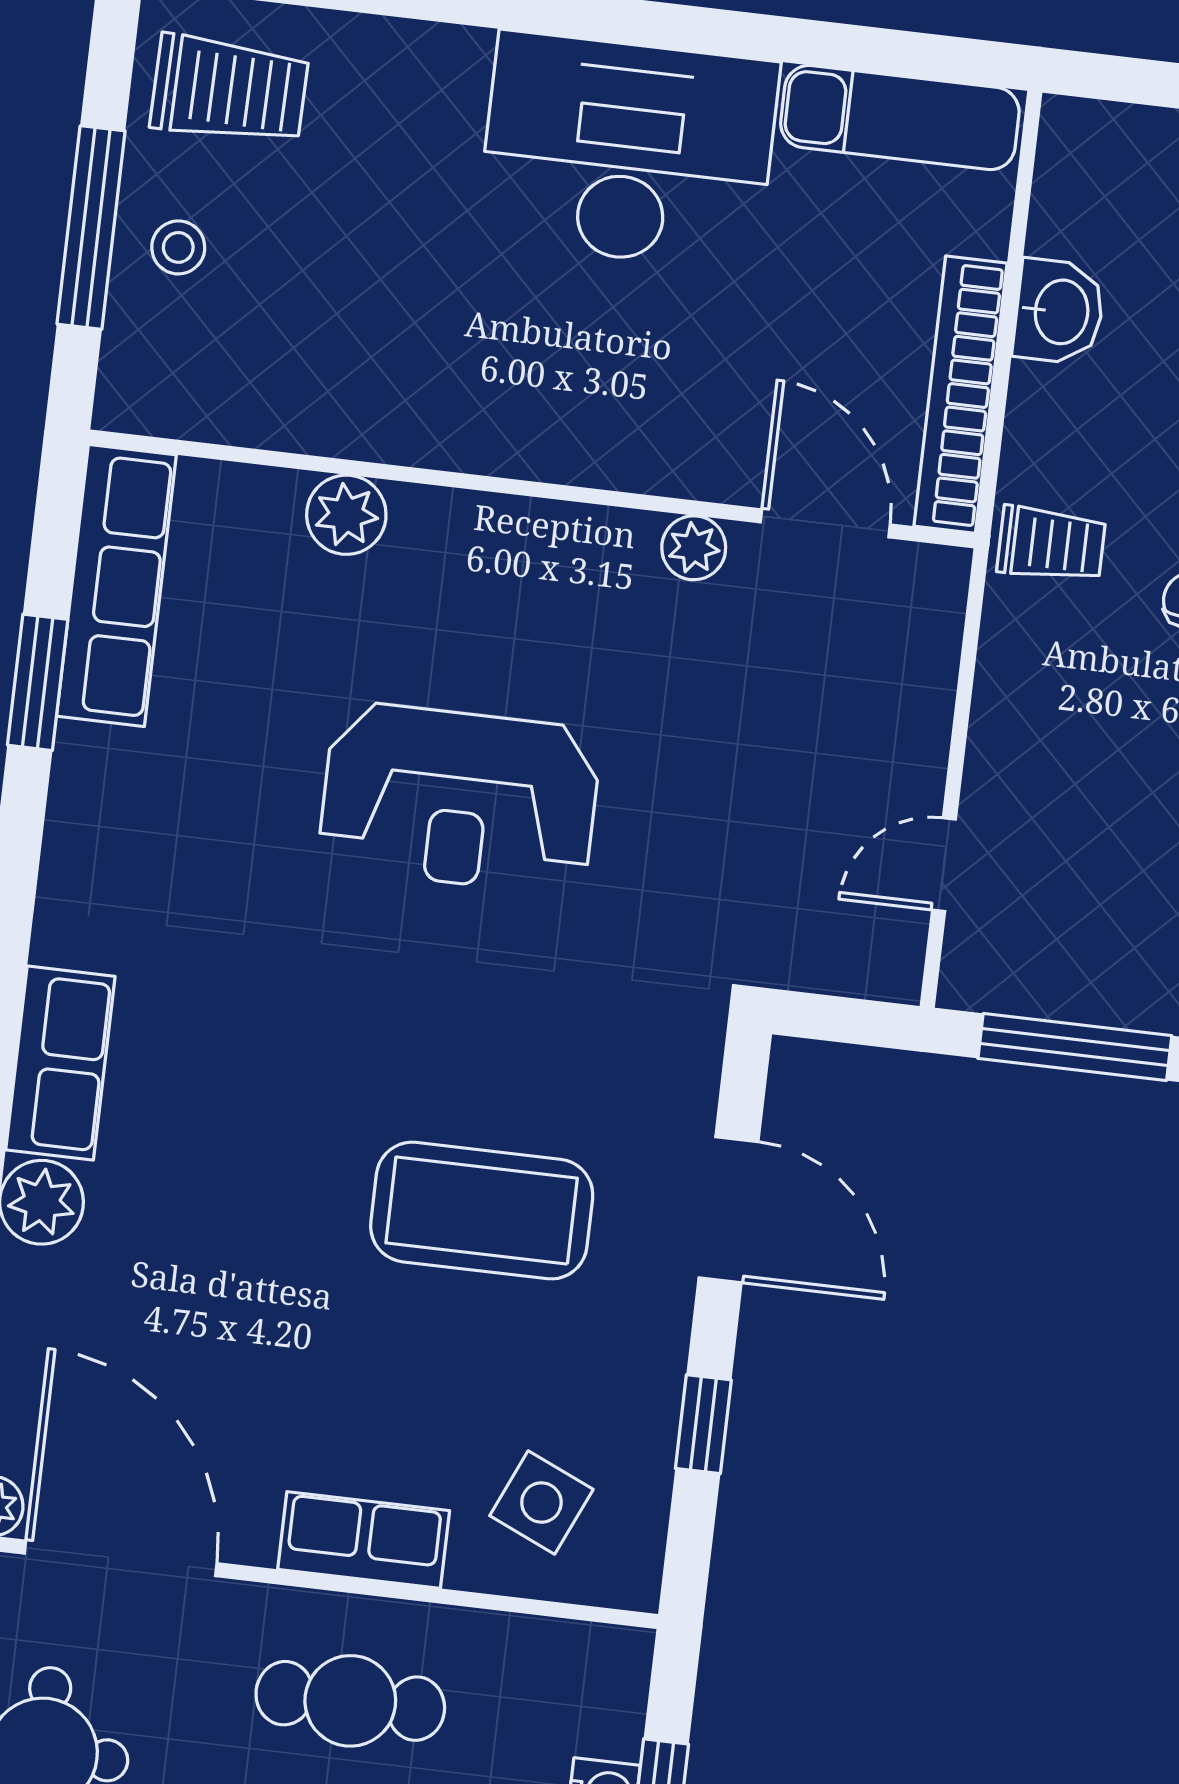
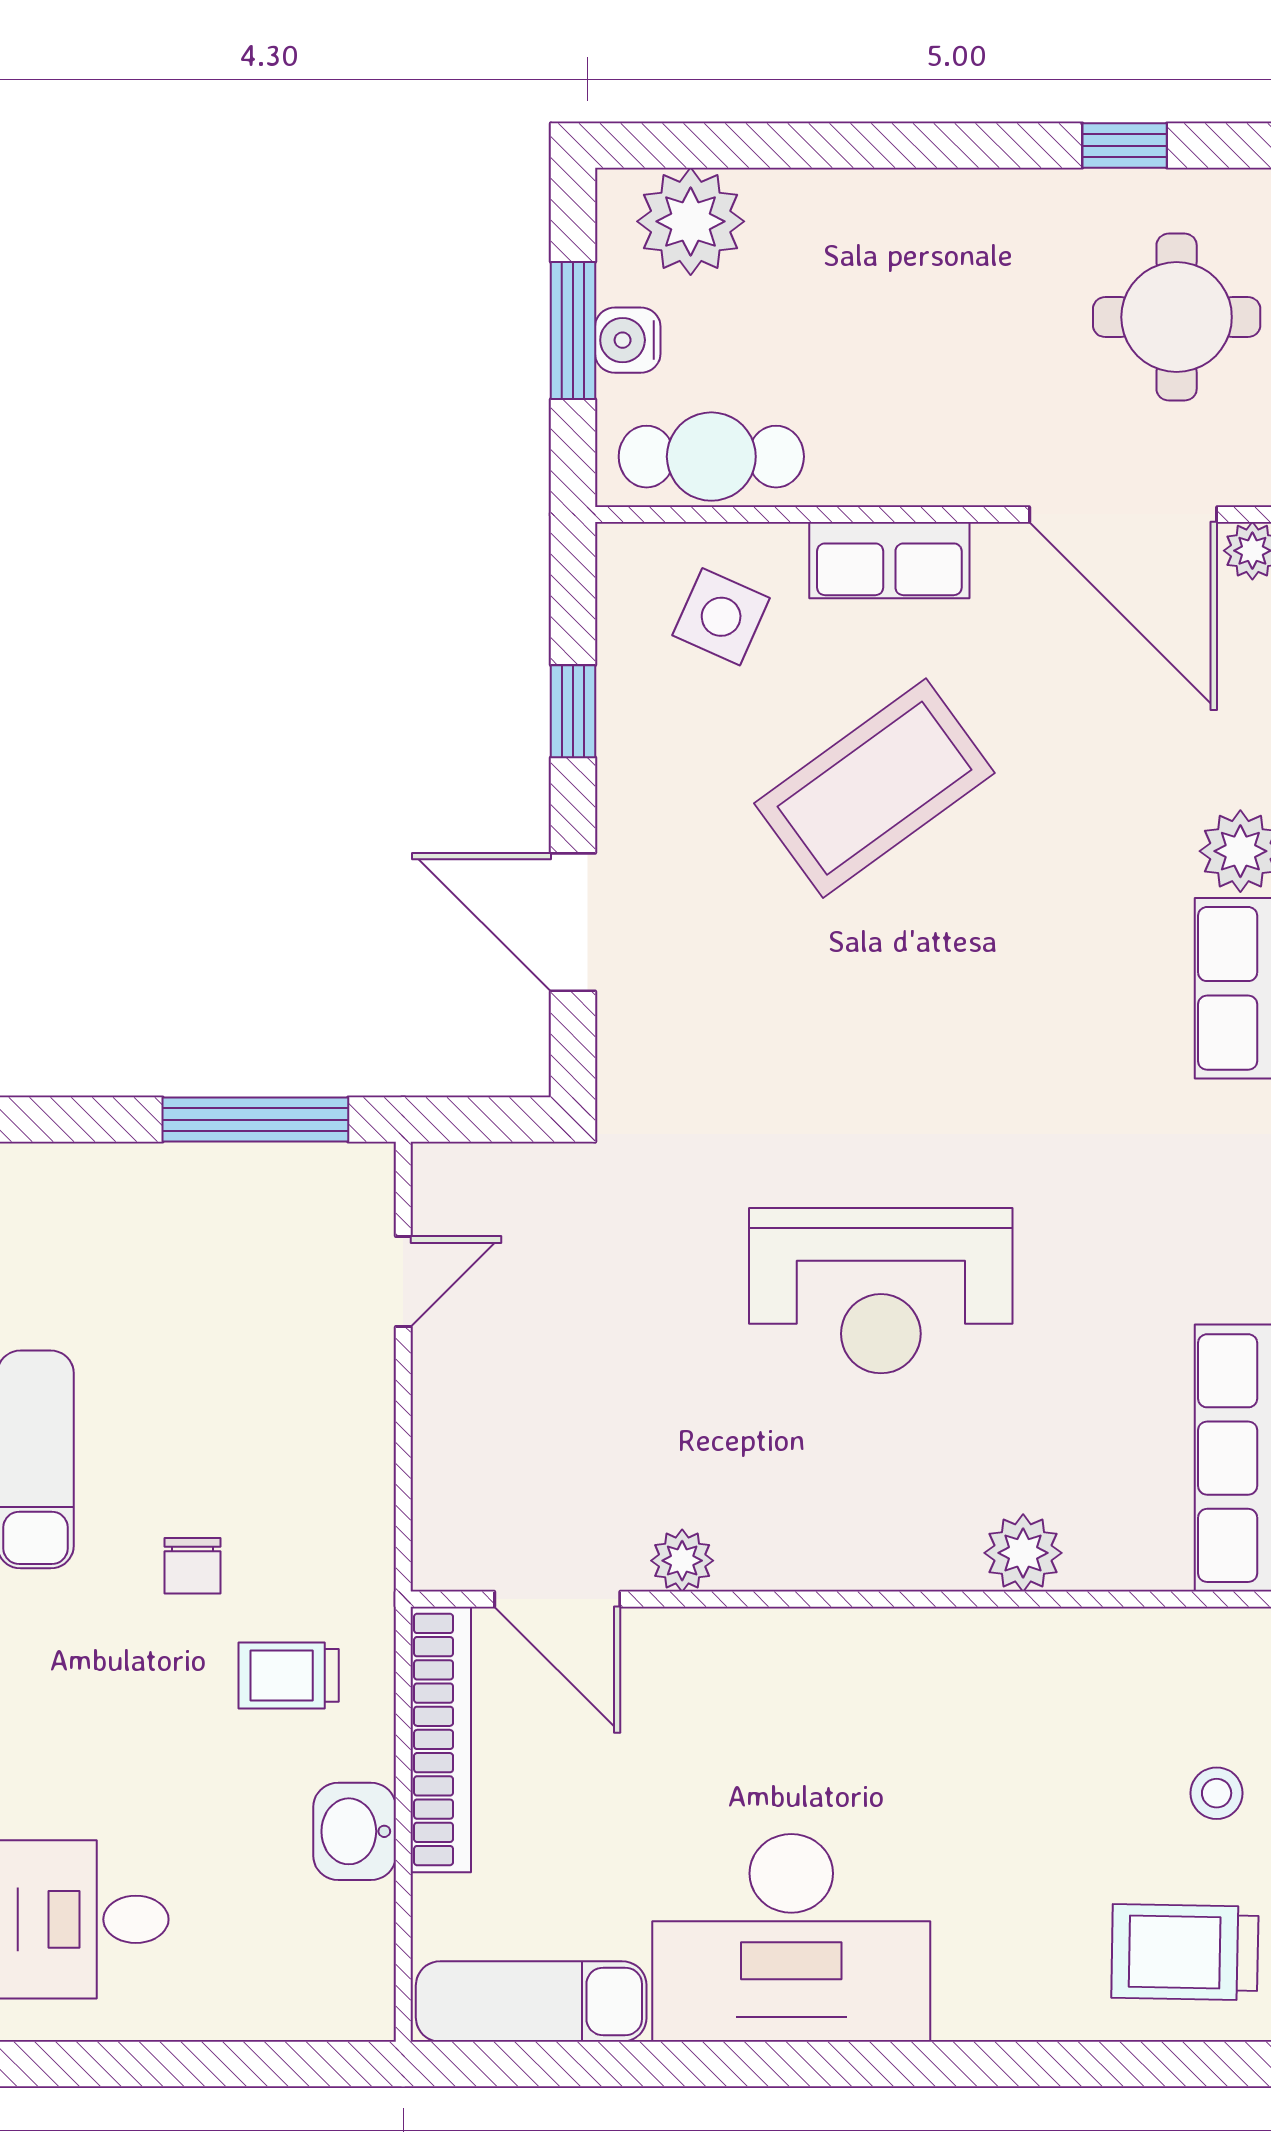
trolley: (1051, 544) -> (289, 1675), moved
reception desk: (460, 798) -> (881, 1291), turned 180
coffee table: (482, 1211) -> (874, 788), moved, turned -36
cafe table: (350, 1701) -> (711, 457), moved

